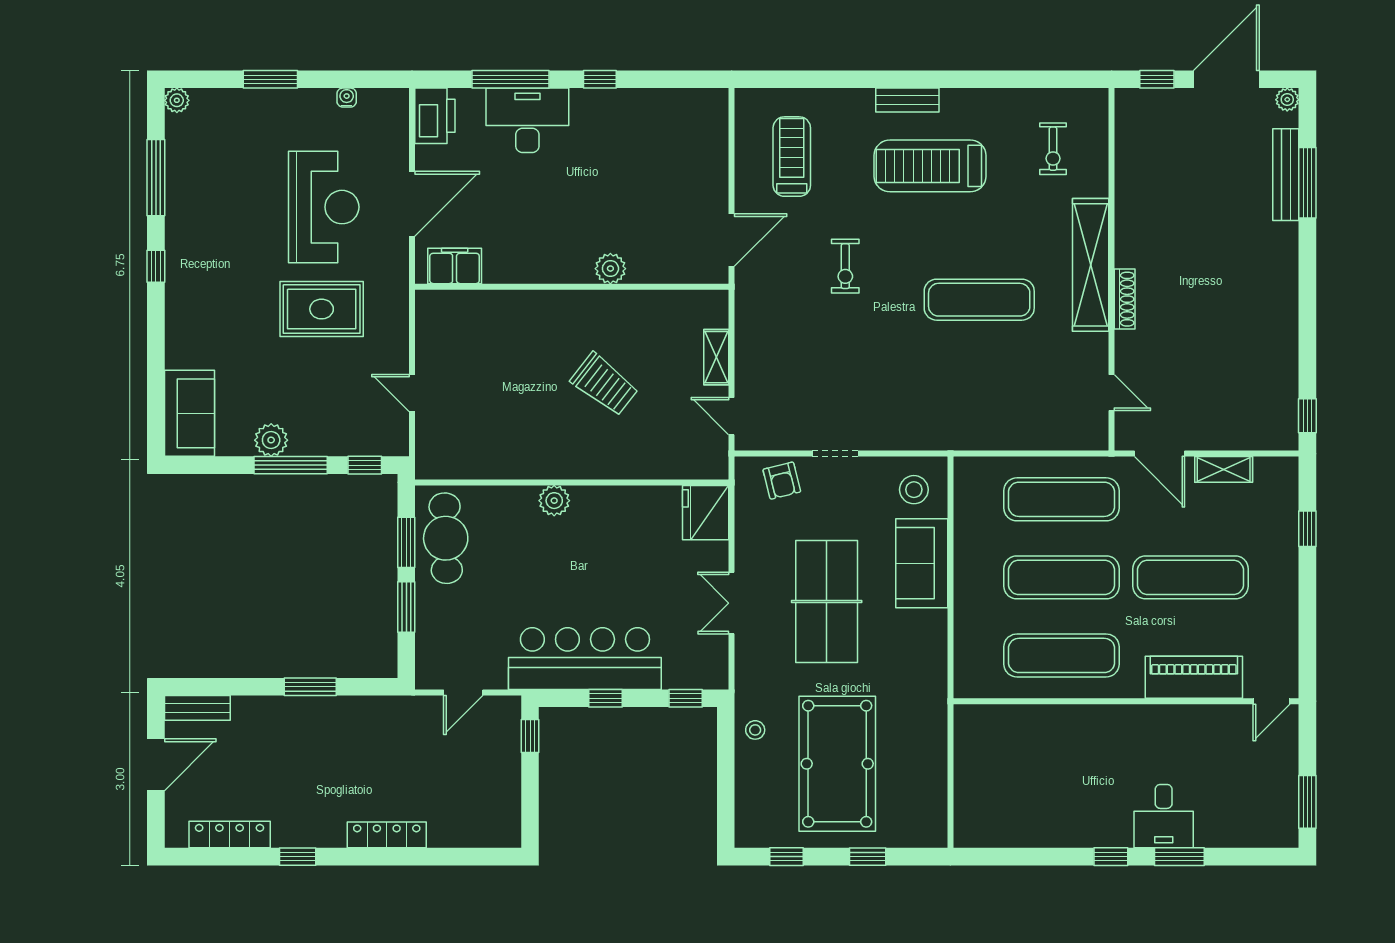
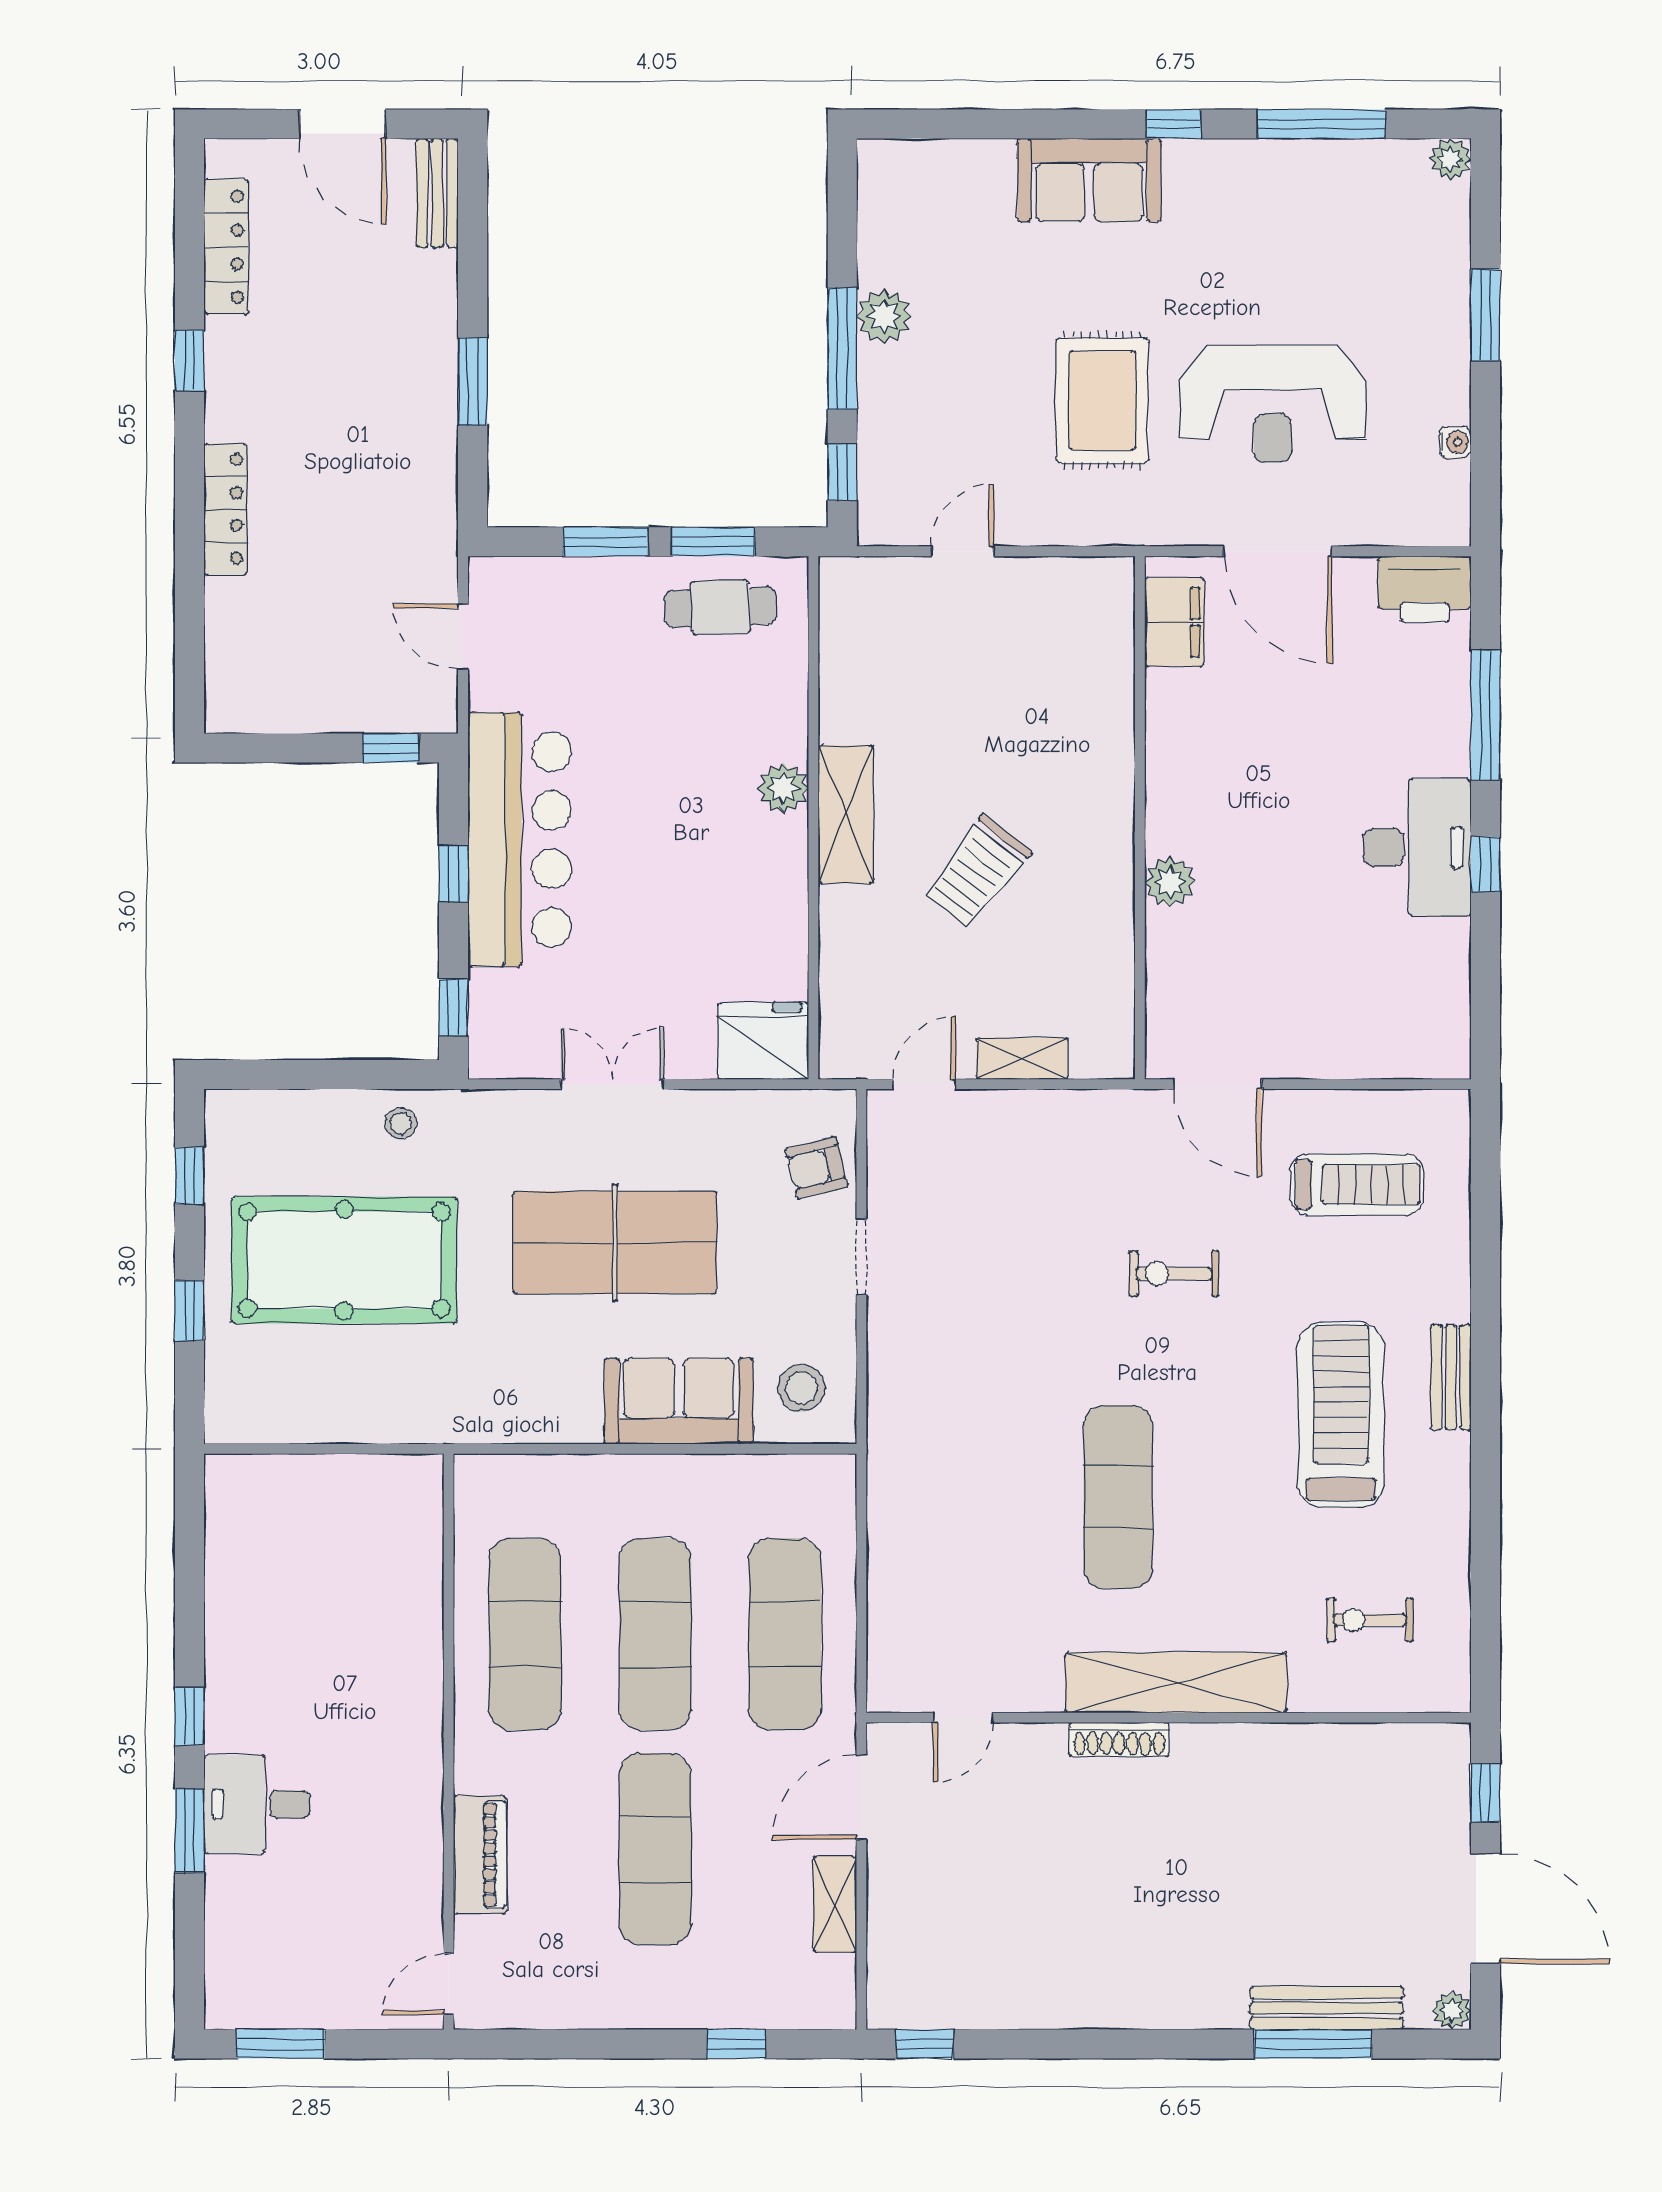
desk: (527, 120) -> (1417, 847), moved
sofa: (189, 413) -> (1089, 180), moved
shelving: (570, 463) -> (846, 814), added
cafe table: (446, 538) -> (720, 607), width x0.73, depth x0.74
piano: (1194, 677) -> (480, 1855), width x0.73, depth x0.75
door: (1272, 701) -> (449, 1984), hinge flipped

